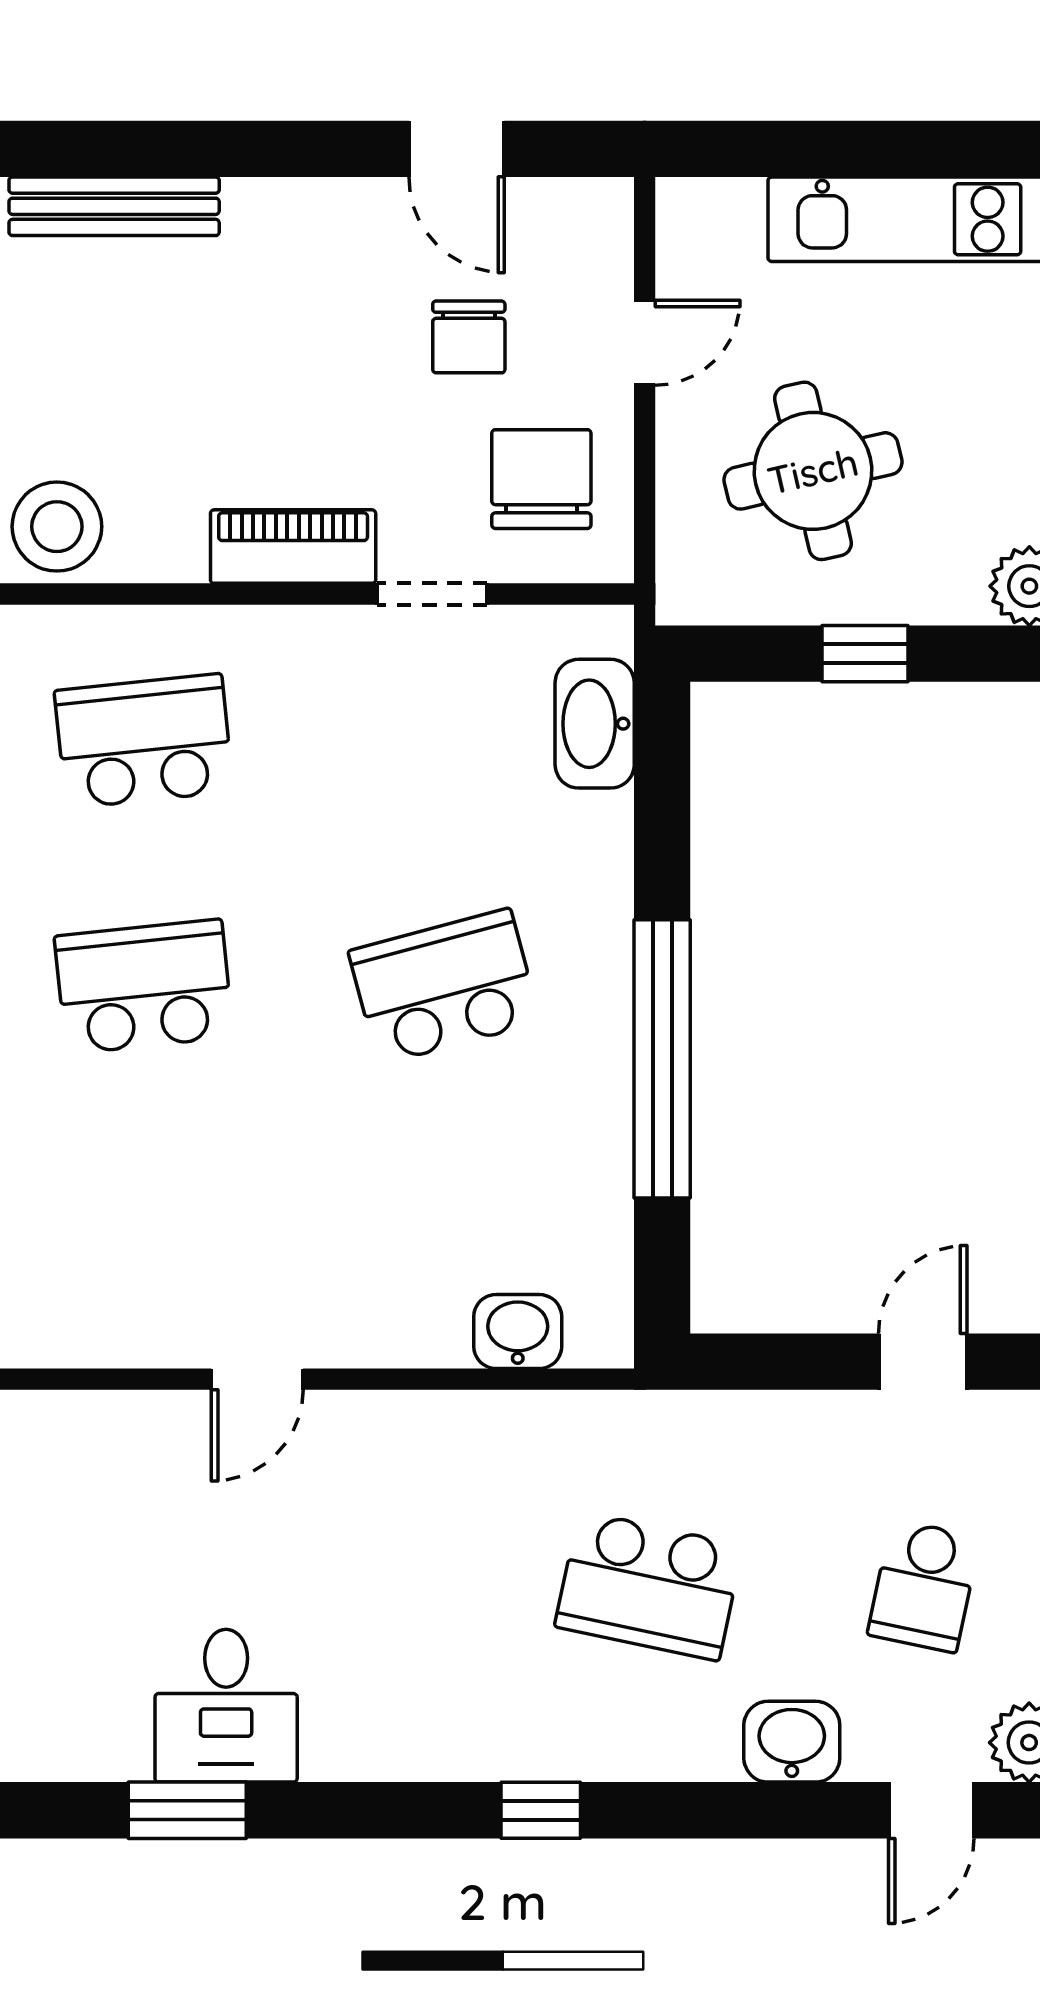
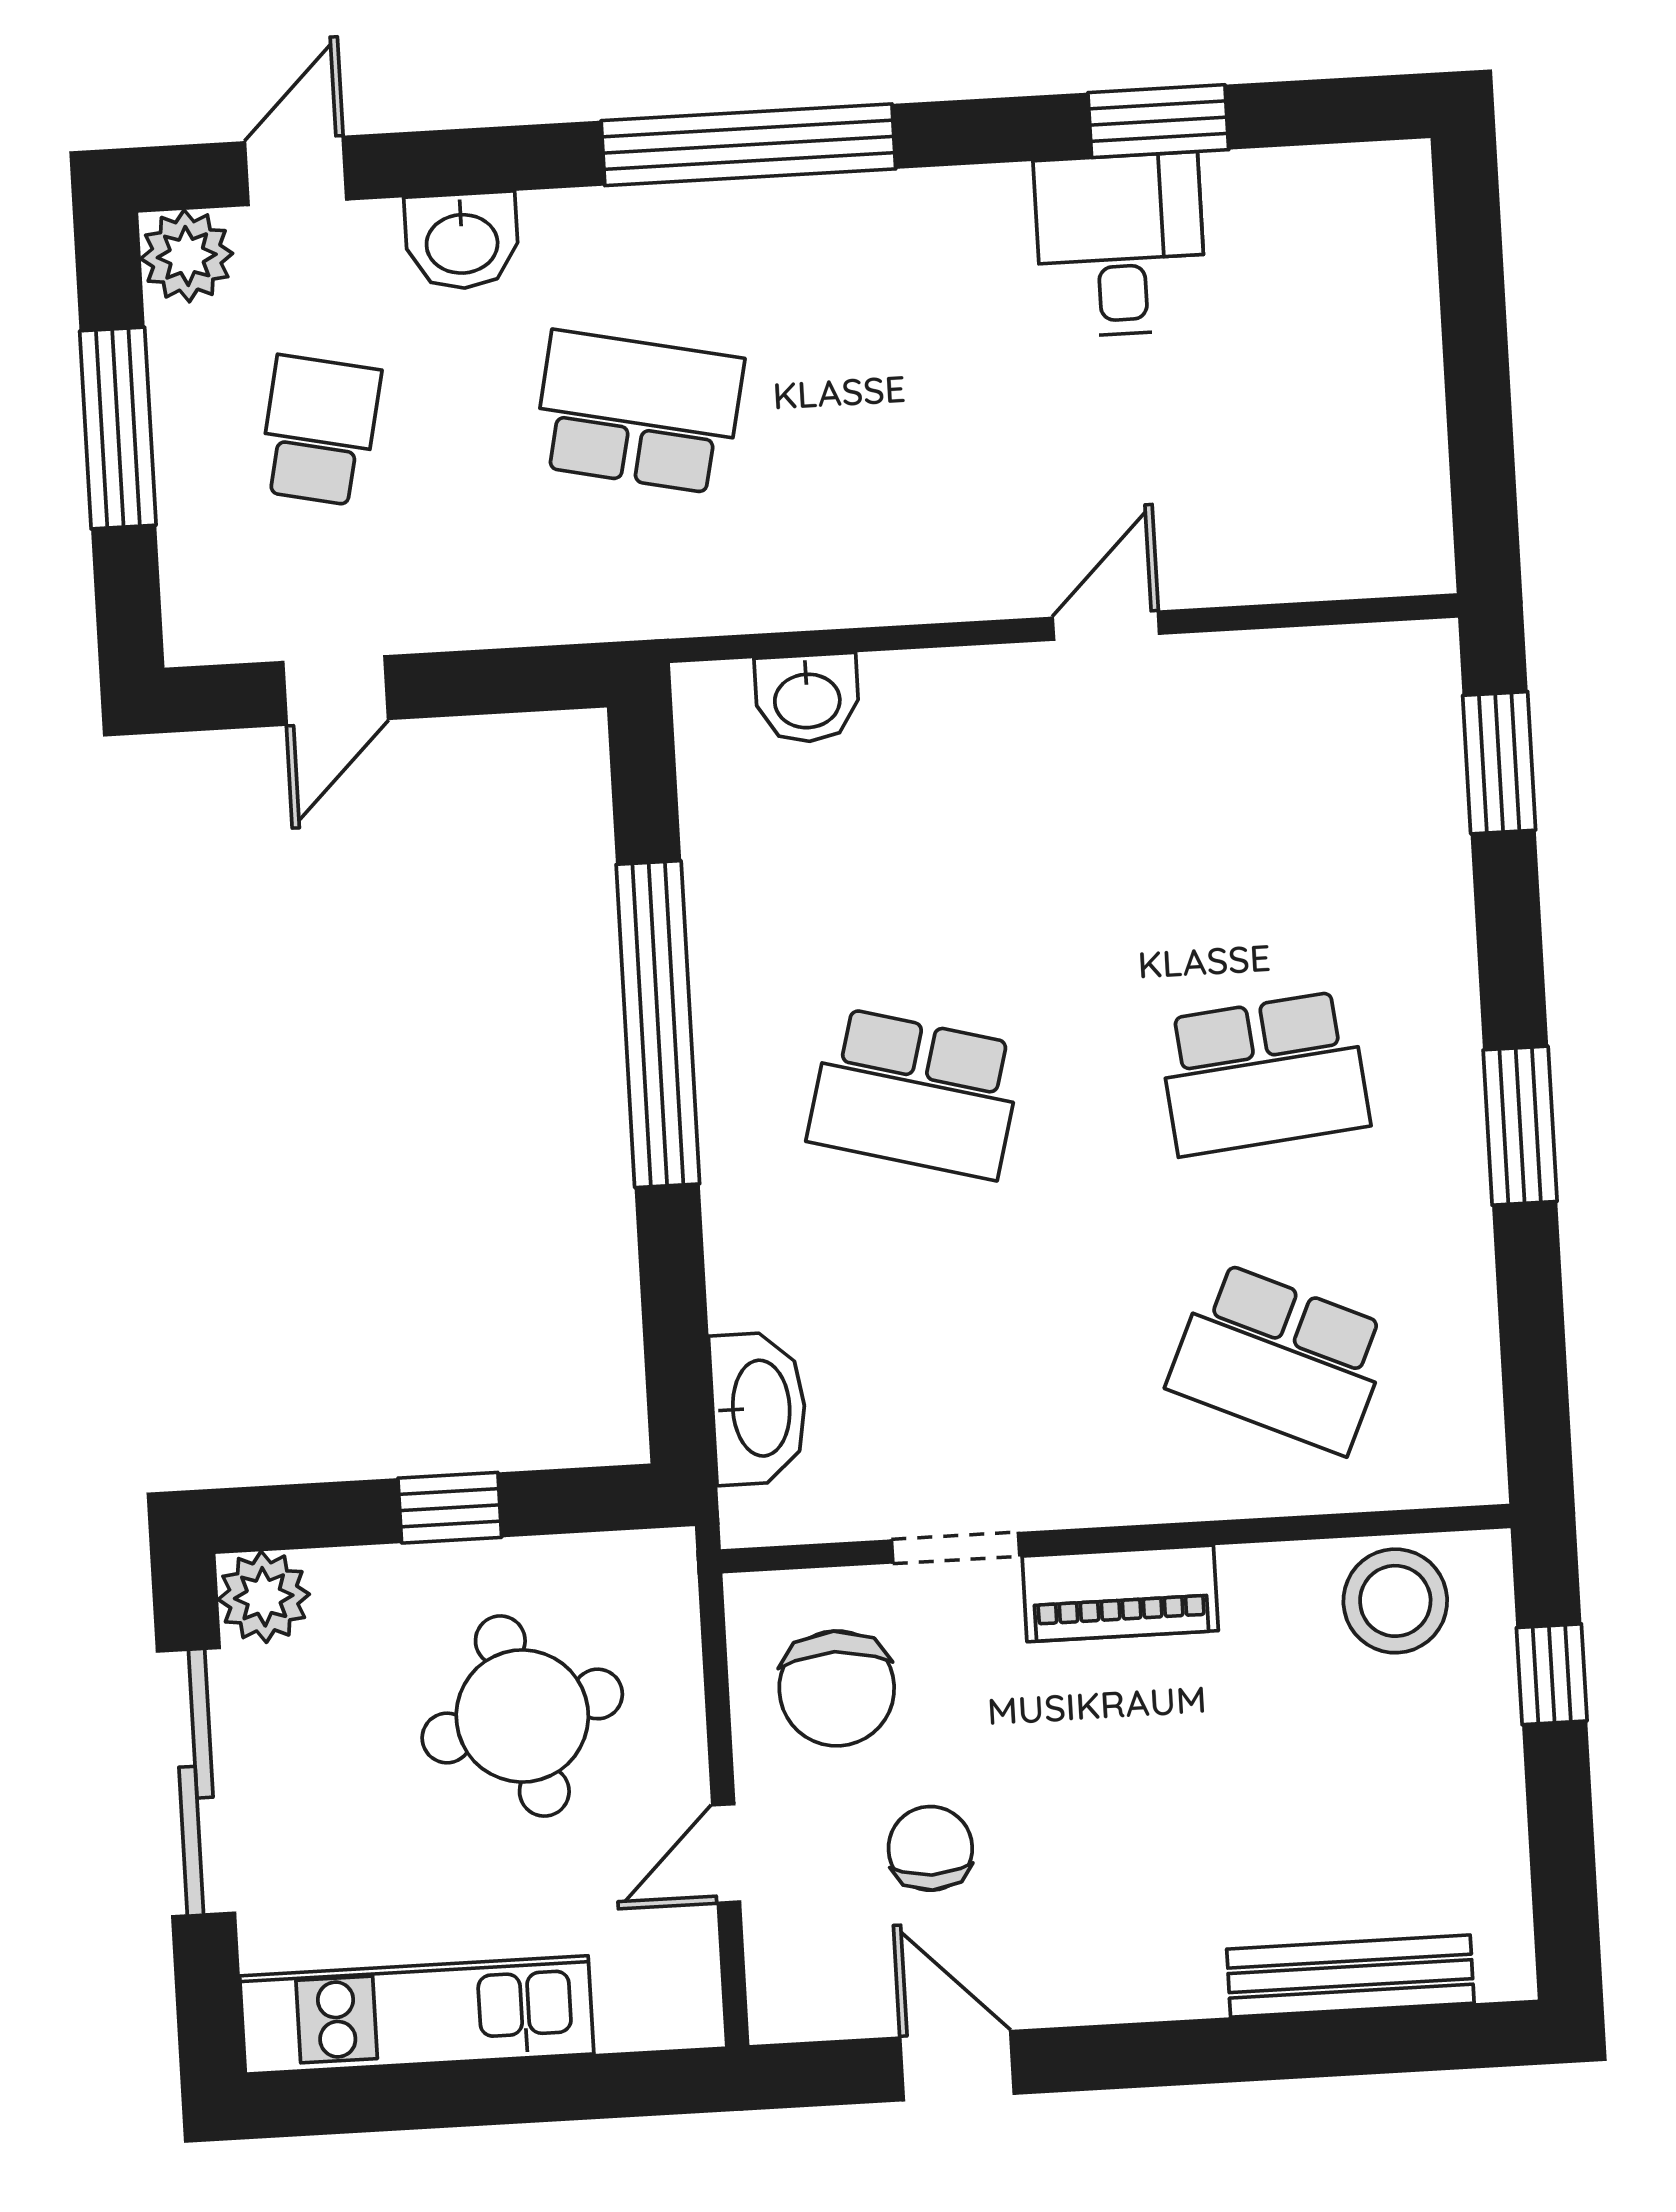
school desk: (144, 741) -> (1280, 1358), turned 30
school desk: (444, 987) -> (915, 1093), turned 30
window: (541, 1810) -> (748, 145), width x3.17

